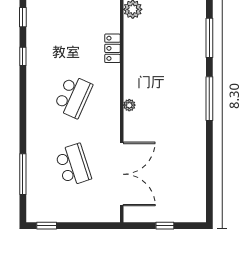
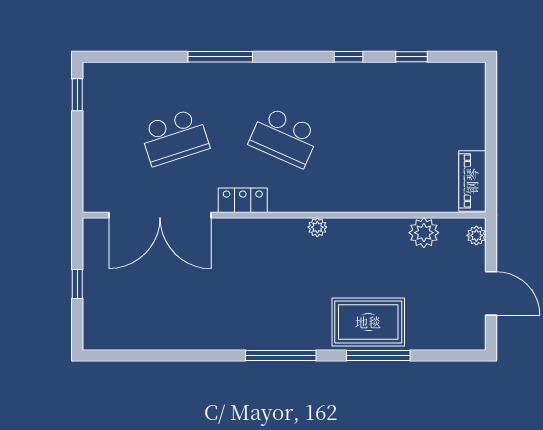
rug: (188, 44) -> (368, 322), added
locker: (112, 48) -> (243, 200), moved
plant: (129, 105) -> (317, 227), moved
window: (23, 174) -> (220, 57), moved

